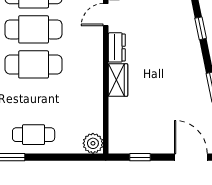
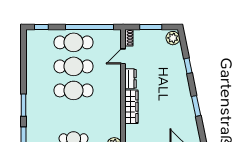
wardrobe: (118, 80) -> (131, 107), width x1.50

